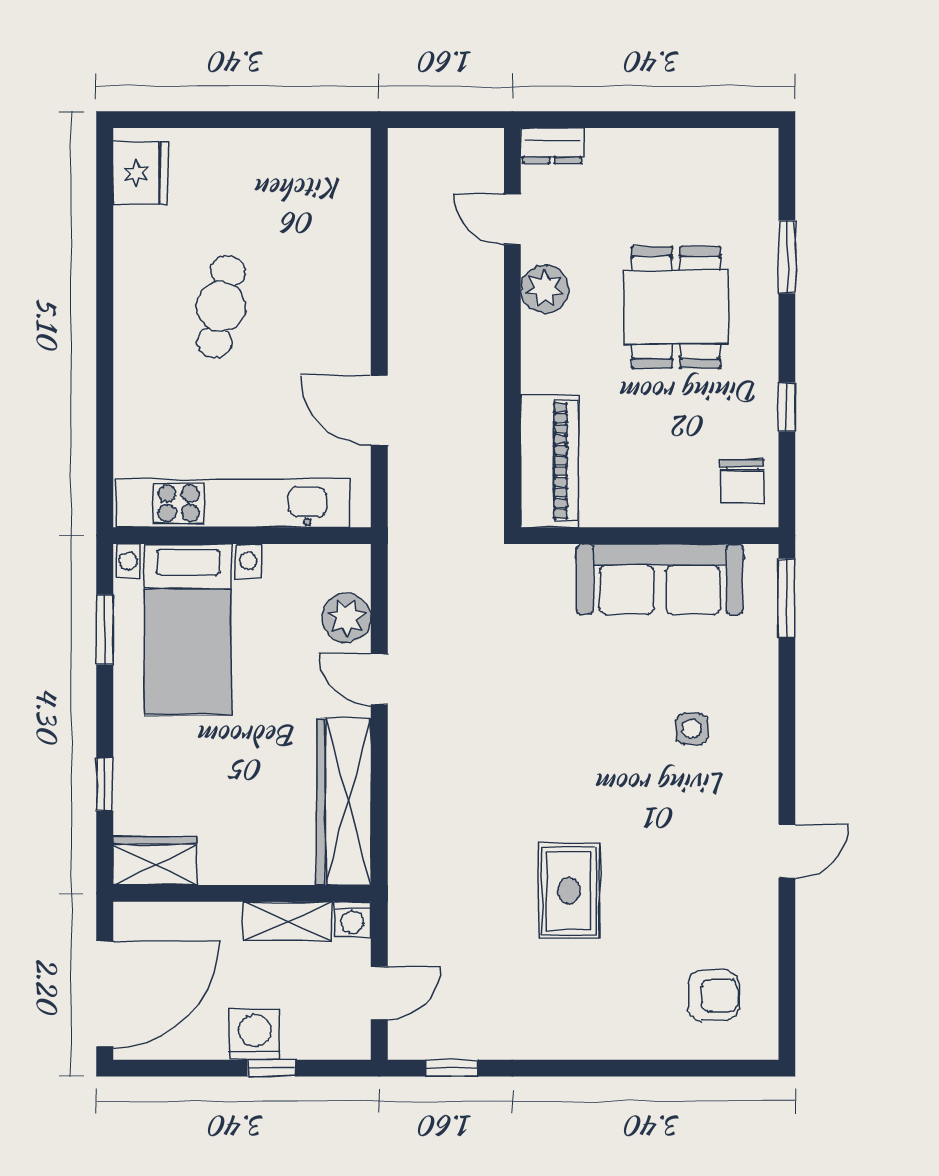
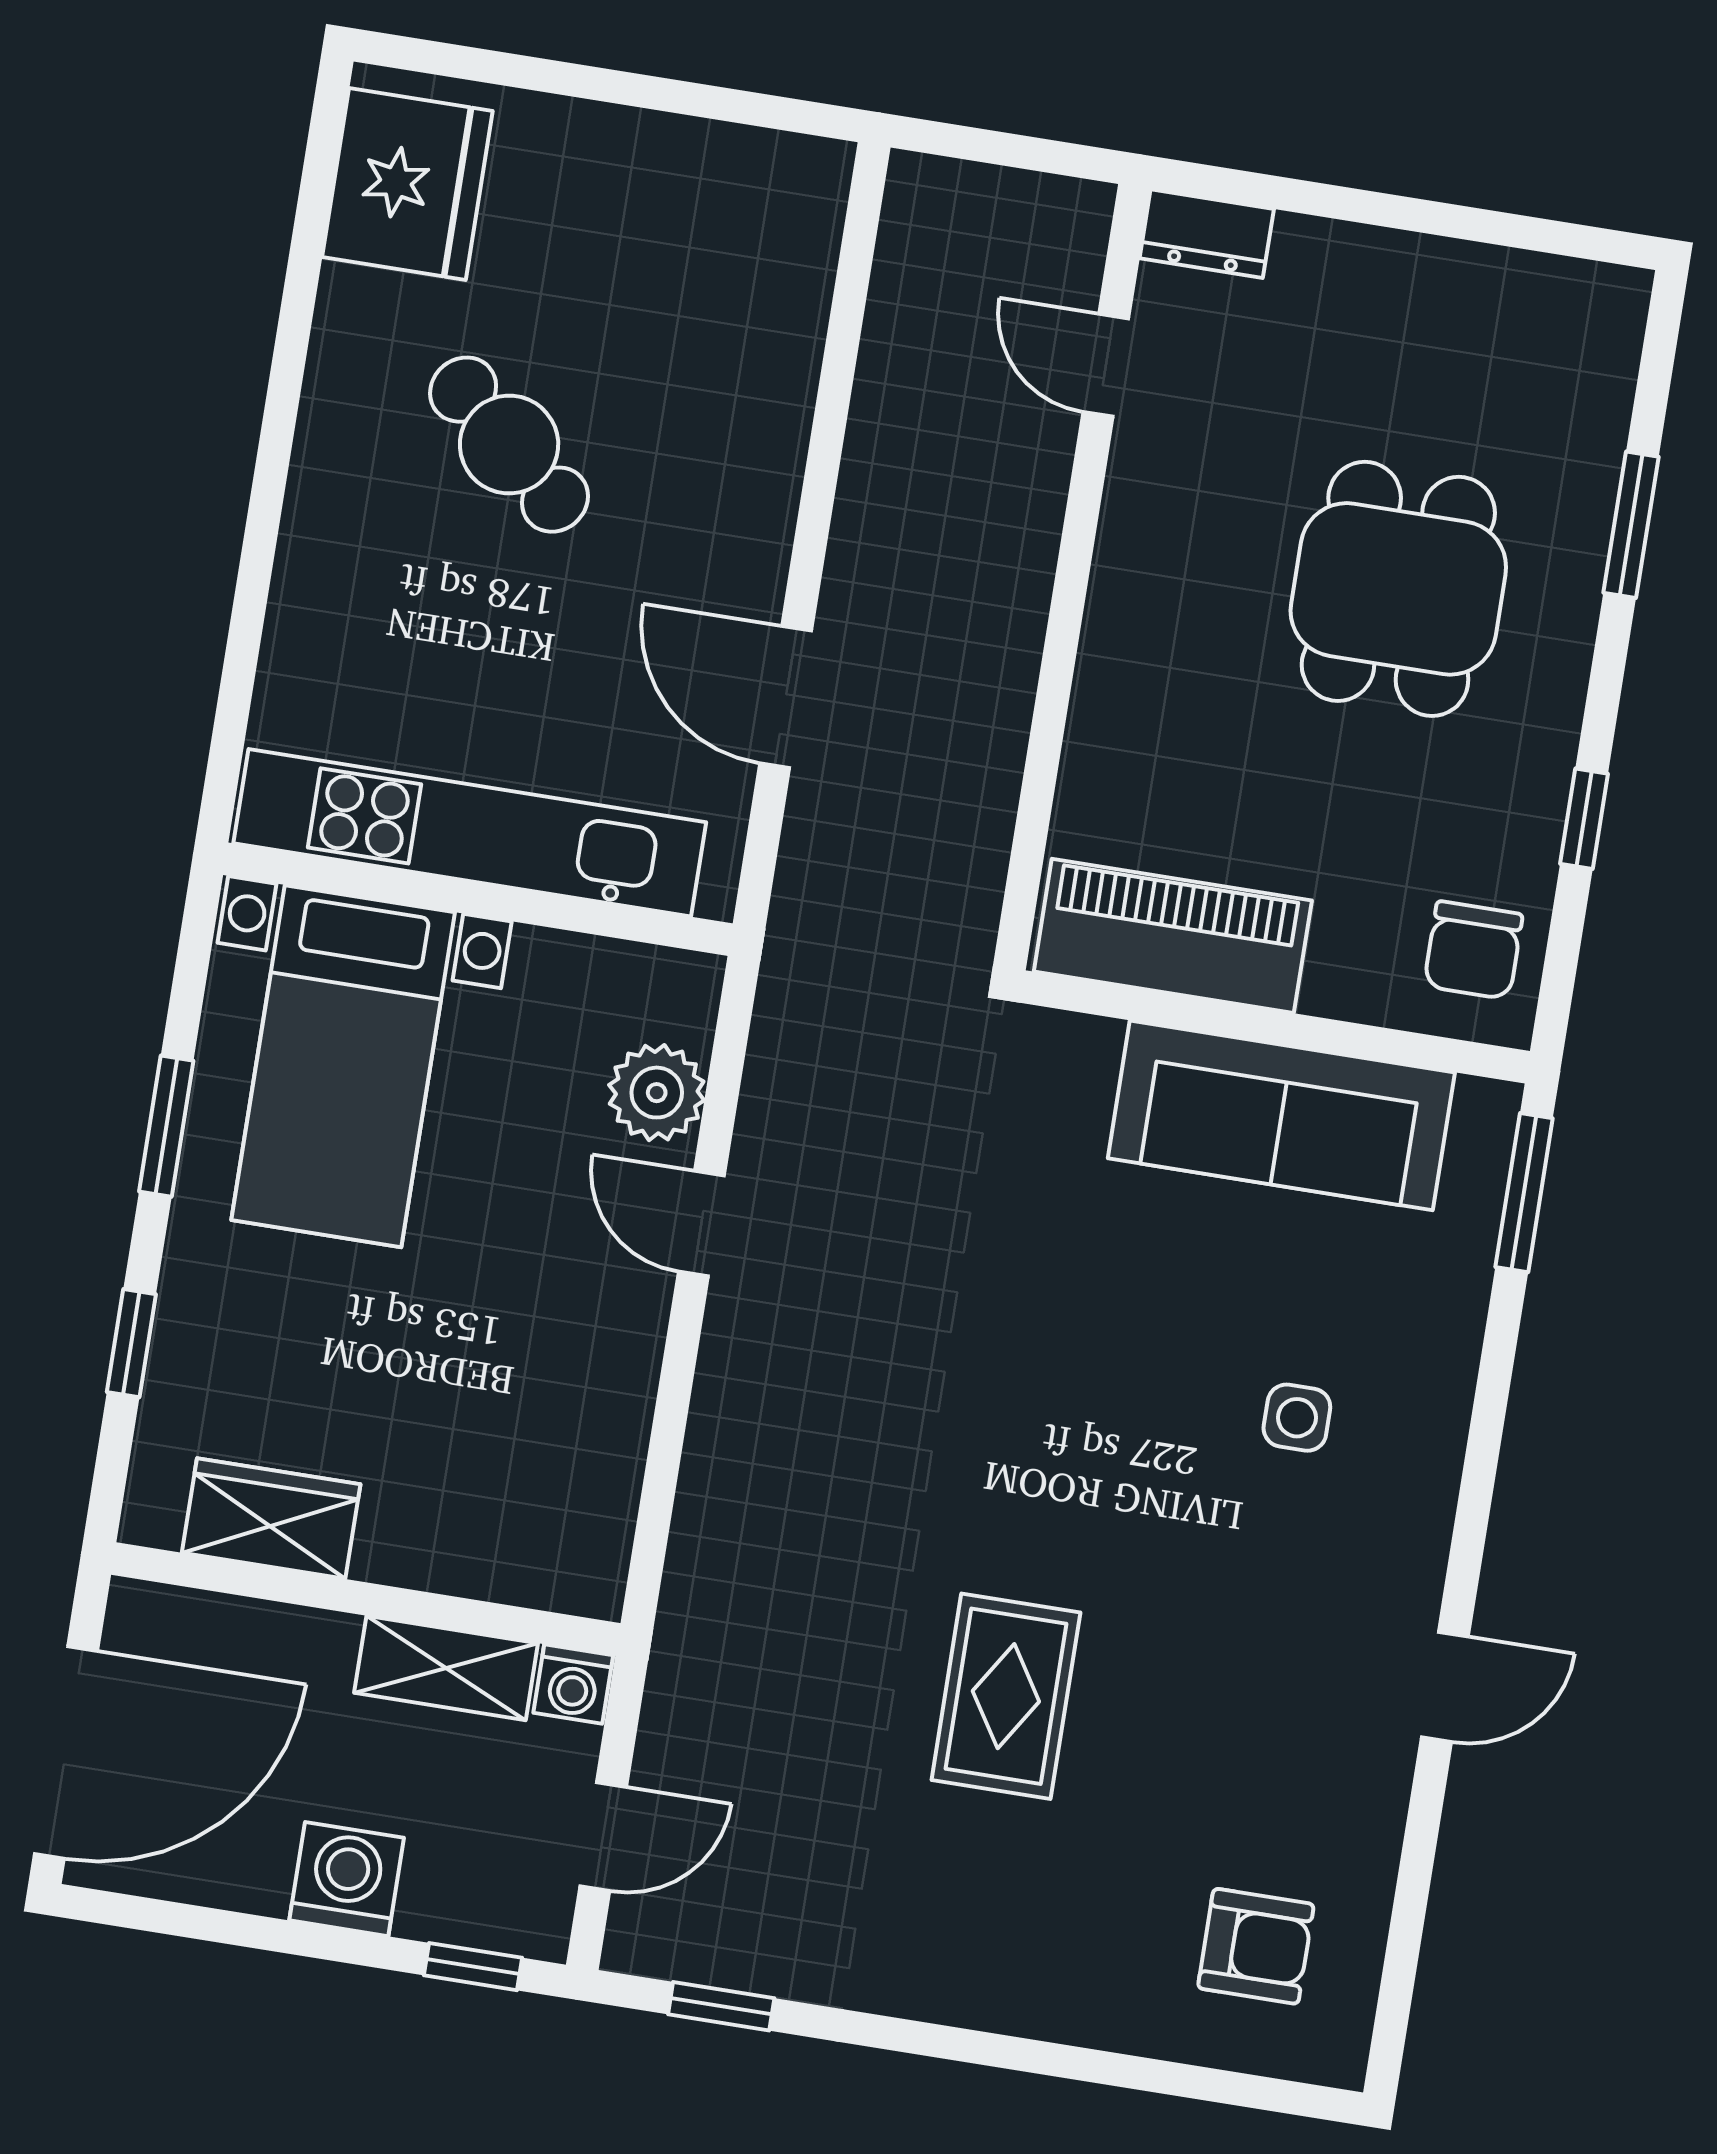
fridge: (140, 173) -> (407, 184), width x1.36, depth x1.34
plant: (545, 289) -> (1147, 512), removed
cafe table: (221, 306) -> (509, 445), turned -60
piano: (550, 461) -> (1173, 936), moved, turned -90
window: (105, 630) -> (166, 1126), moved
wardrobe: (344, 802) -> (594, 1452), removed
wardrobe: (155, 861) -> (271, 1519), moved
window: (271, 1068) -> (473, 1967), moved

